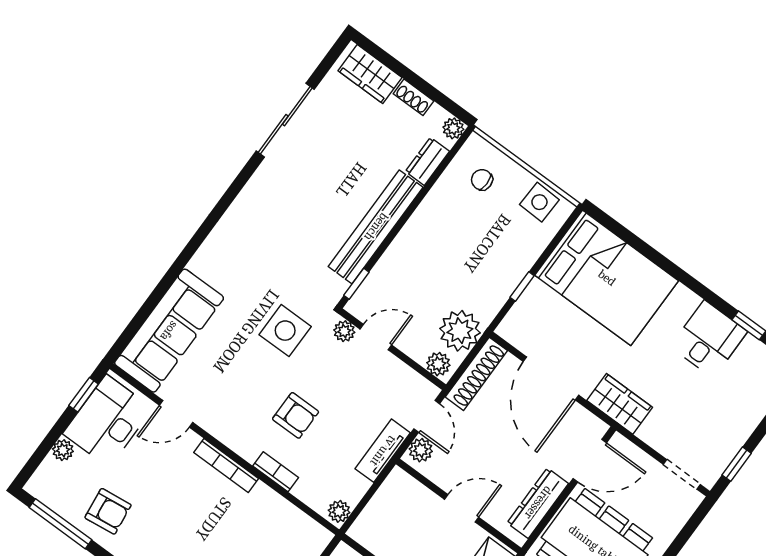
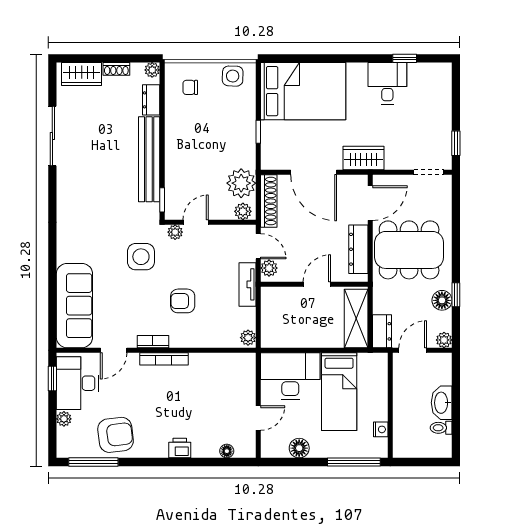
armchair: (296, 415) -> (183, 301), turned 180
bookcase: (276, 472) -> (153, 342), moved
armchair: (108, 511) -> (116, 435), width x1.38, depth x1.38

